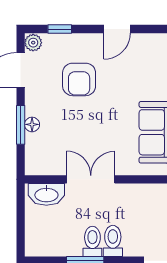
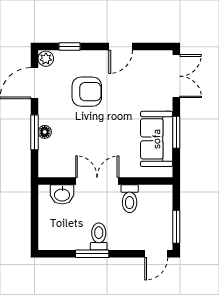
armchair: (79, 79) -> (87, 92), turned -90
washbasin: (46, 194) -> (62, 194), width x0.72
toilet: (113, 241) -> (130, 199), moved, turned 180

